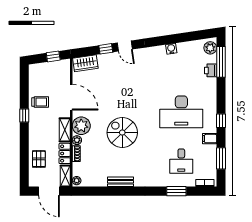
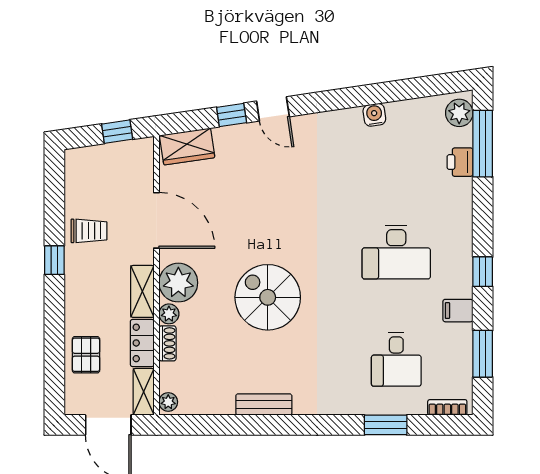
desk: (181, 112) -> (396, 252), width x0.73, depth x0.77

